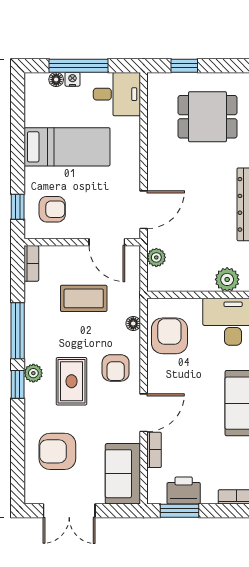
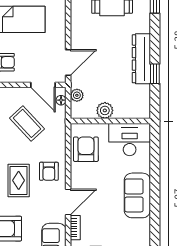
plant: (227, 279) -> (105, 110), moved
coffee table: (84, 298) -> (27, 123), turned 47
floor lamp: (133, 323) -> (61, 100), moved

